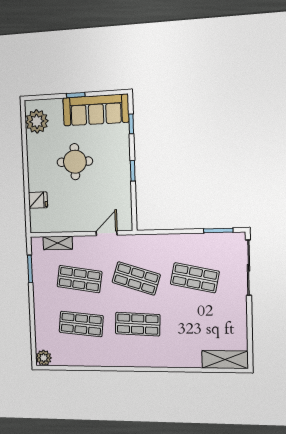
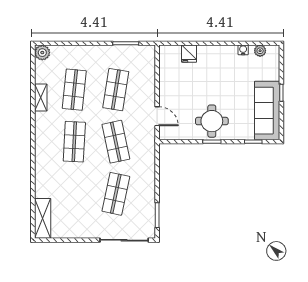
plant: (37, 121) -> (260, 51), width x0.53, depth x0.53
water cooler: (31, 141) -> (243, 50), added
round table: (75, 162) -> (212, 121), moved
shelving: (58, 243) -> (41, 98), moved
shop shelf: (136, 278) -> (116, 142), turned -30

